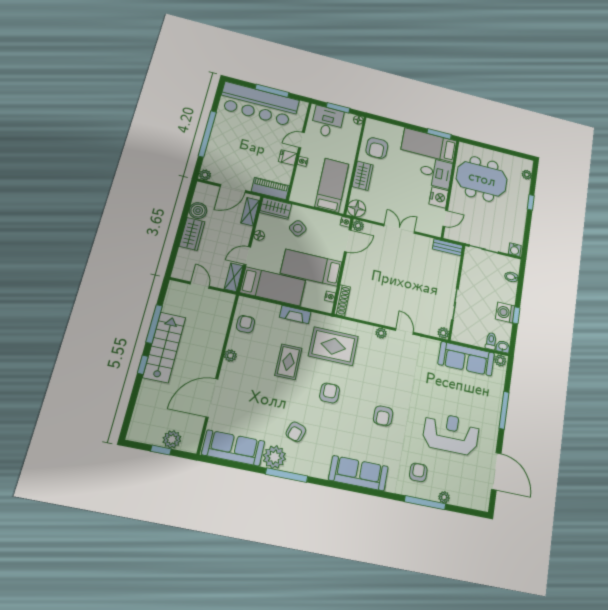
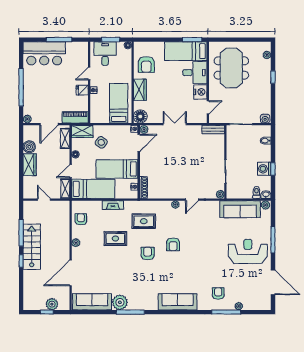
bar counter: (259, 104) -> (44, 53), width x0.73
meeting table: (482, 179) -> (231, 68), turned 90
door: (404, 331) -> (192, 200), swing flipped
rug: (333, 346) -> (144, 221), width x0.73, depth x0.70
rug: (288, 362) -> (115, 239), turned 90
armchair: (383, 416) -> (173, 244), moved
armchair: (296, 432) -> (130, 284), removed
reception desk: (451, 434) -> (248, 251), moved

